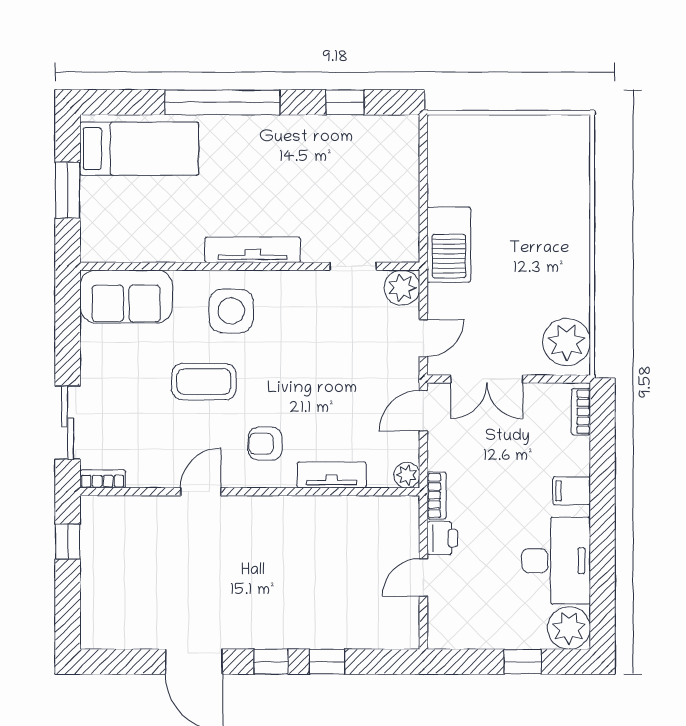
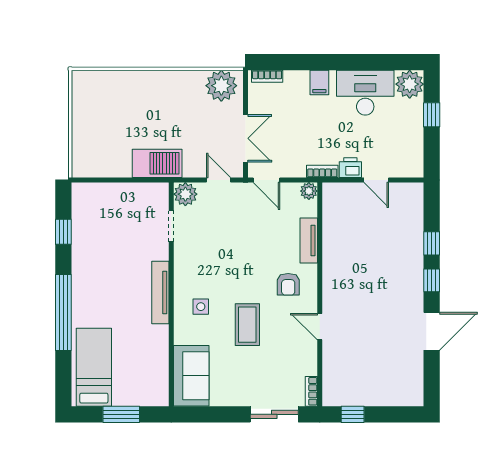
side table: (231, 311) -> (201, 307), width x0.54, depth x0.54

